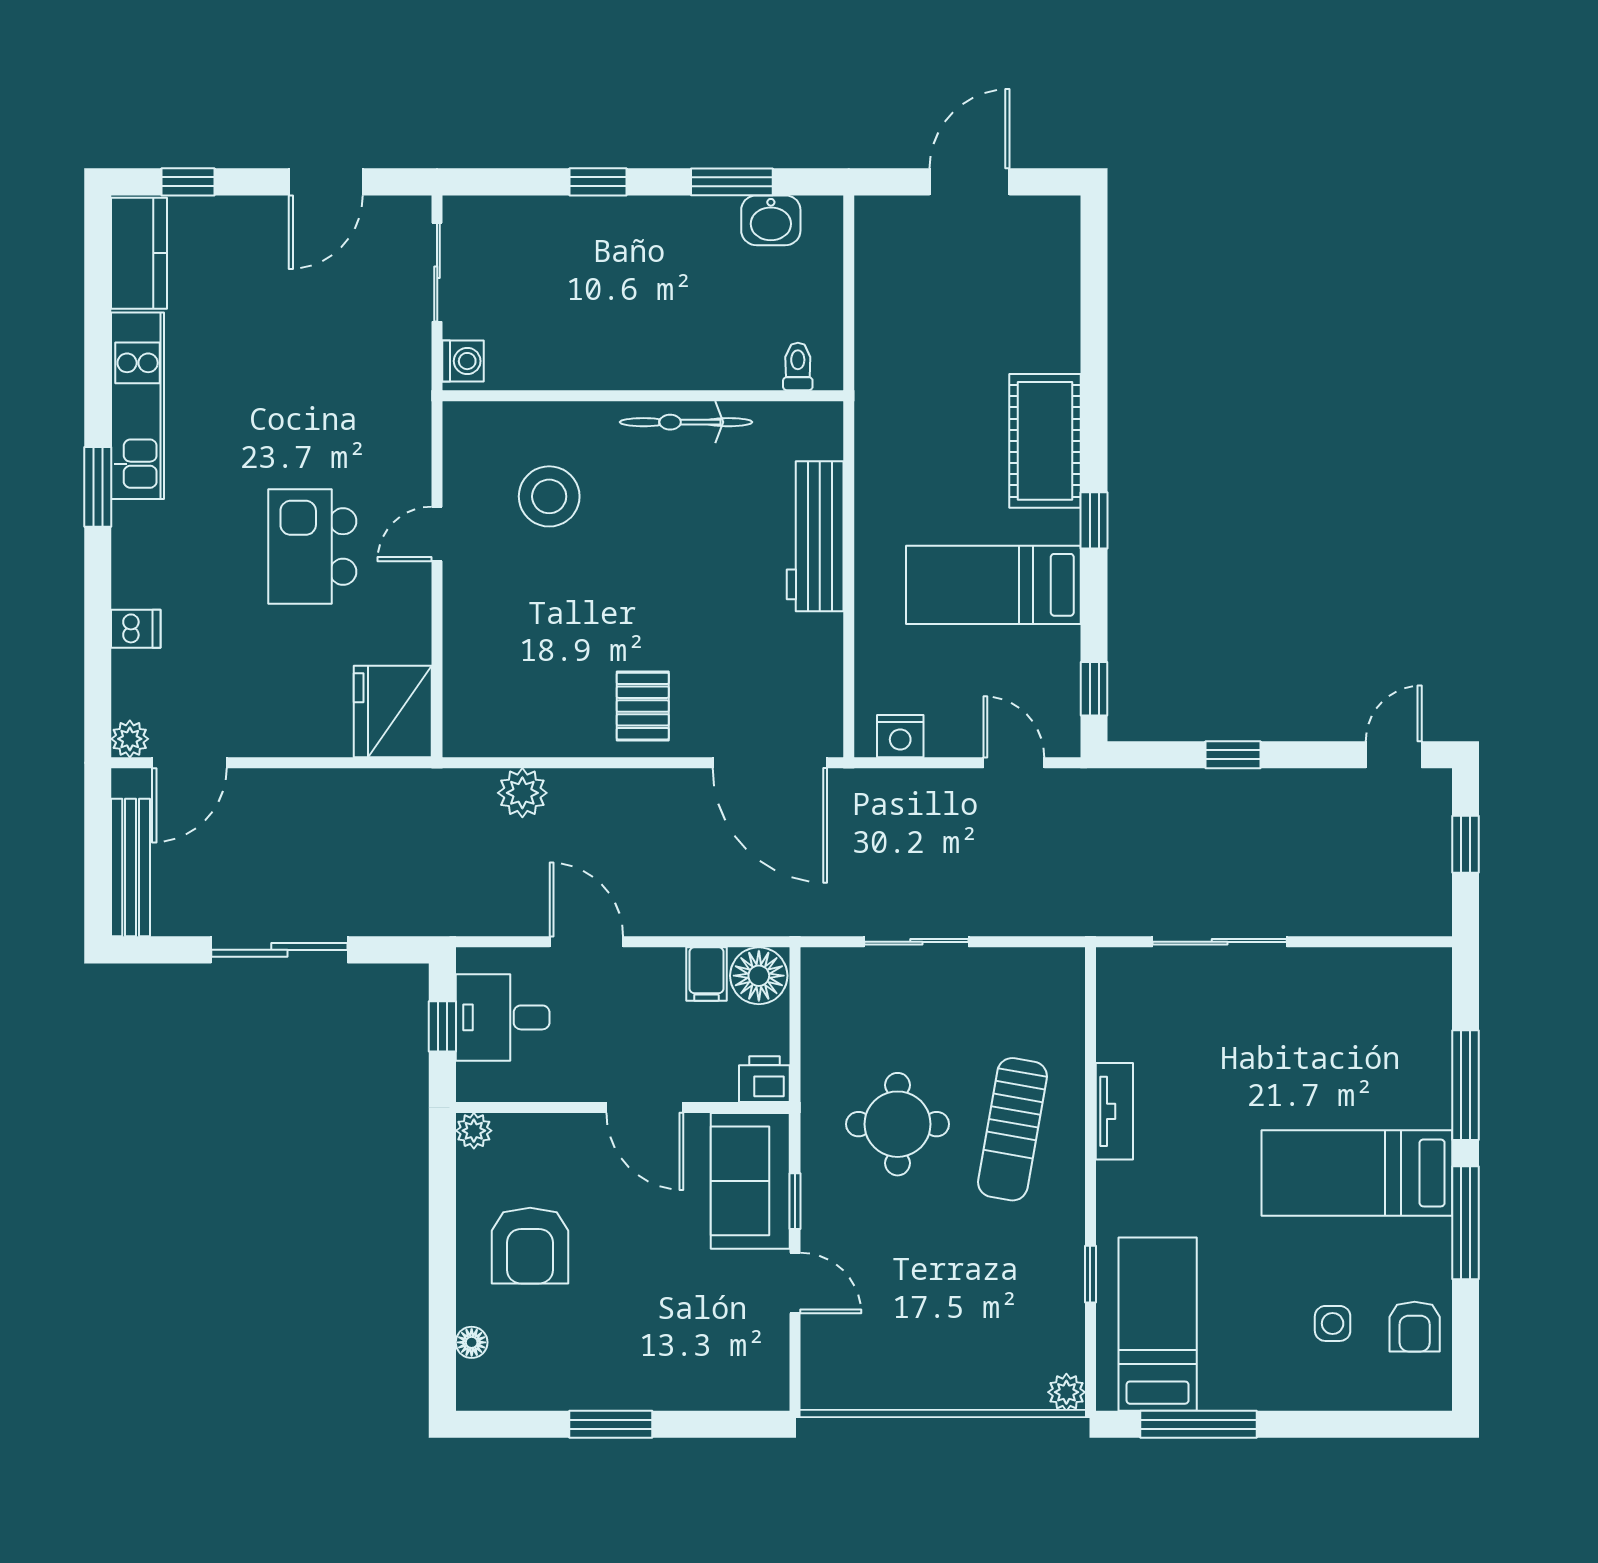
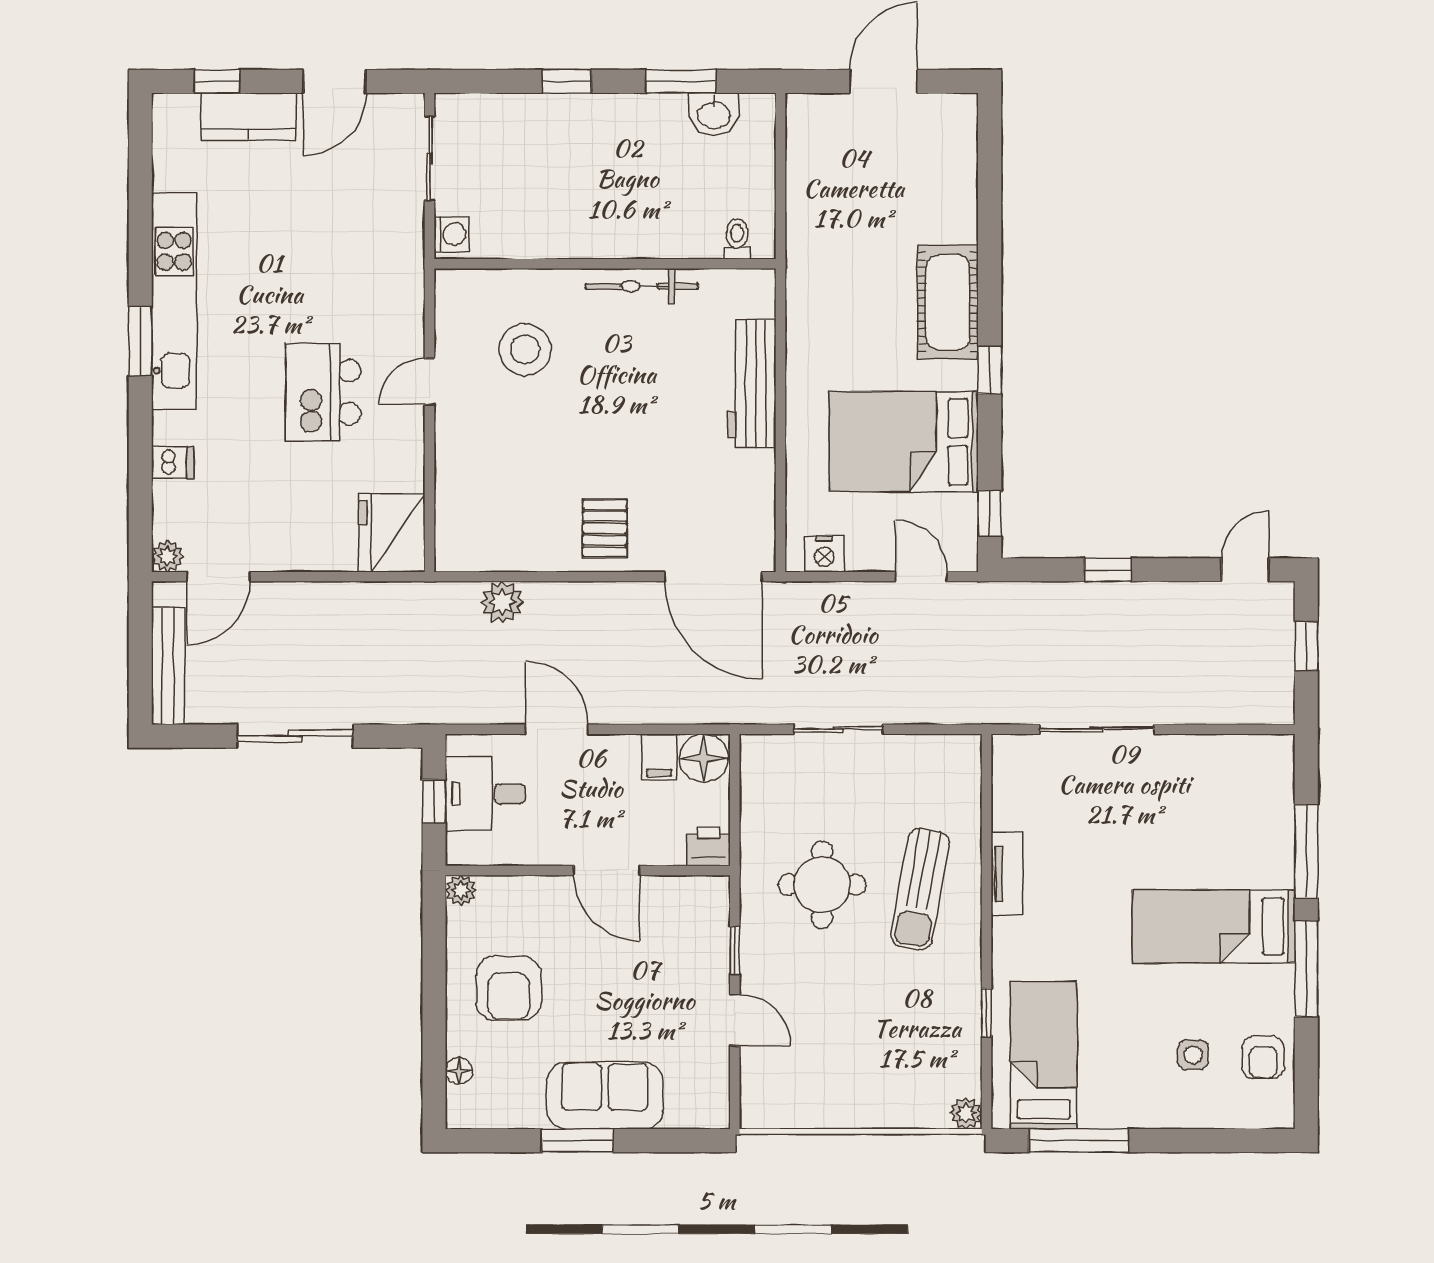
kitchen counter: (139, 253) -> (249, 116), moved, turned 90
kitchen unit: (138, 406) -> (174, 301), width x1.36
bed: (993, 585) -> (904, 442), width x1.50
sofa: (750, 1181) -> (605, 1096), moved, turned 90

